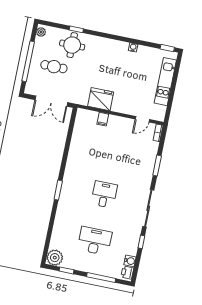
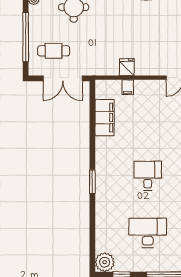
cafe table: (54, 67) -> (54, 51), moved
fridge: (101, 99) -> (127, 67), width x0.53, depth x0.75
filing cabinet: (79, 140) -> (104, 118), added

